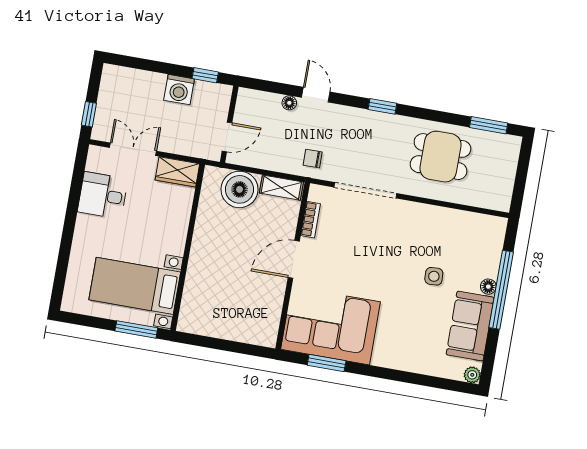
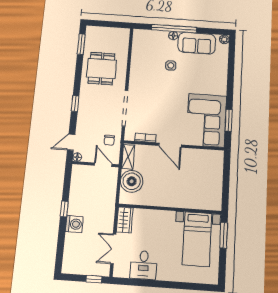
wall: (229, 124) -> (95, 164), moved
door: (227, 137) -> (103, 165), moved

